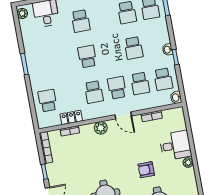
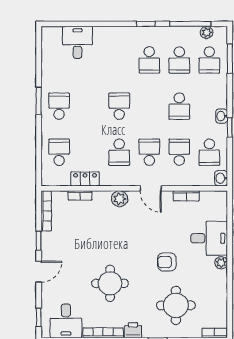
plant: (22, 13) -> (48, 37), removed
school desk: (81, 21) -> (149, 60), moved
school desk: (41, 65) -> (59, 106), added
school desk: (140, 83) -> (179, 152), turned 180

